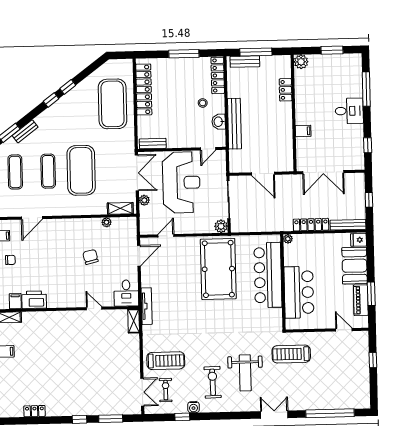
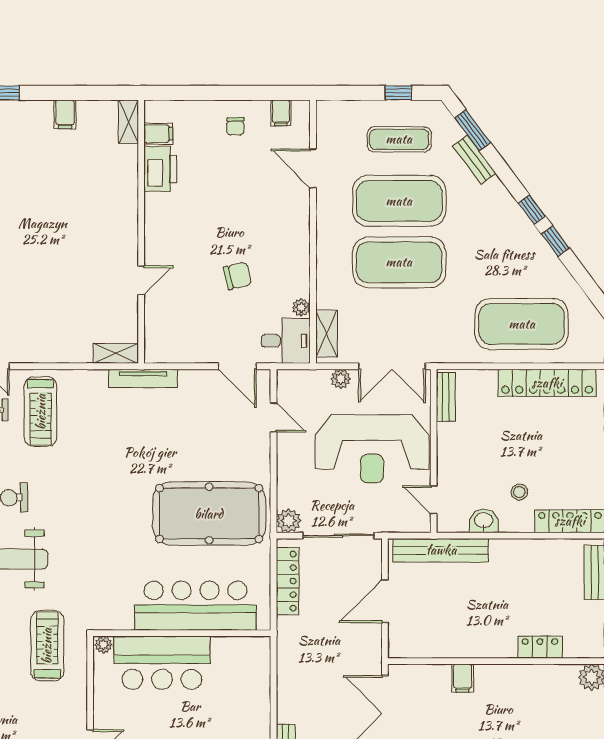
bench: (234, 124) -> (441, 550), moved
exercise mat: (48, 171) -> (399, 201), width x2.00, depth x1.45
locker: (311, 225) -> (288, 581), moved
plant: (288, 239) -> (103, 645), moved
desk: (126, 293) -> (286, 341), moved, turned 180

